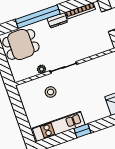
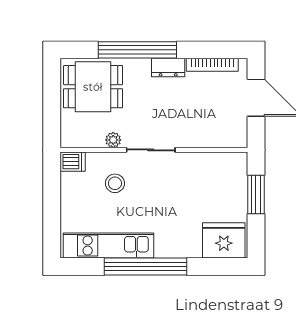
dishwasher: (24, 88) -> (73, 162), added
window: (82, 131) -> (146, 267), width x3.17

